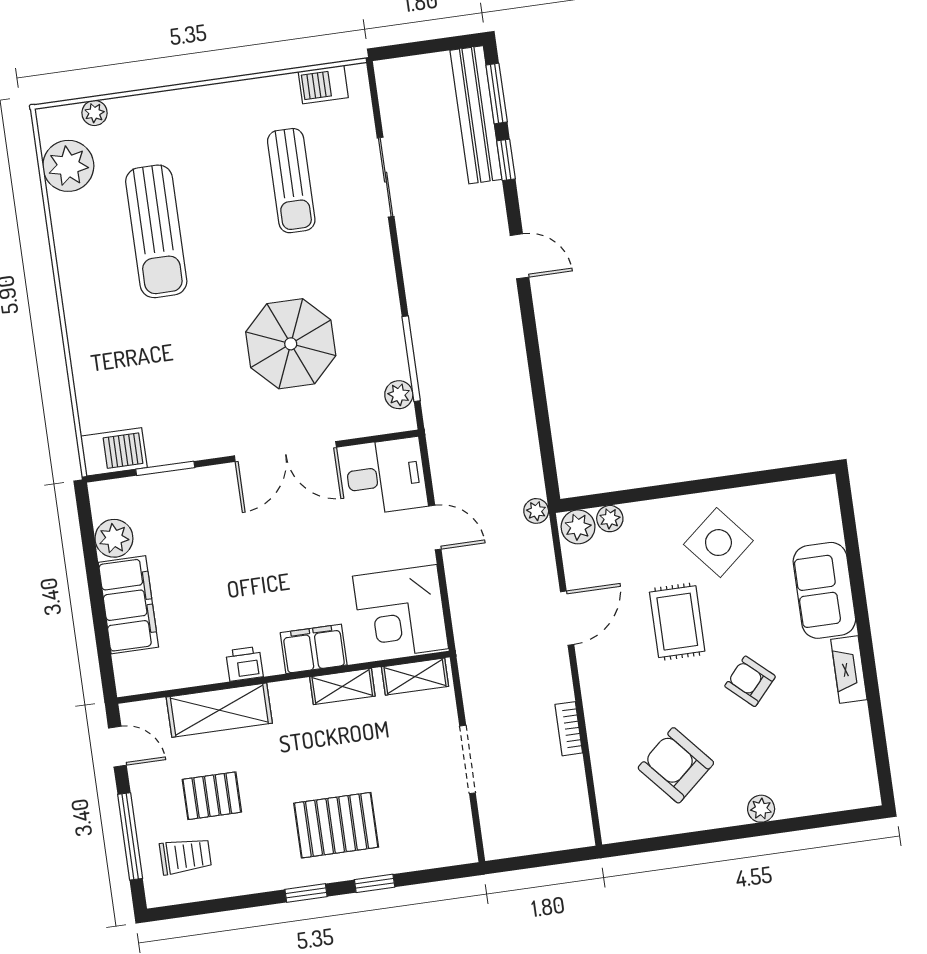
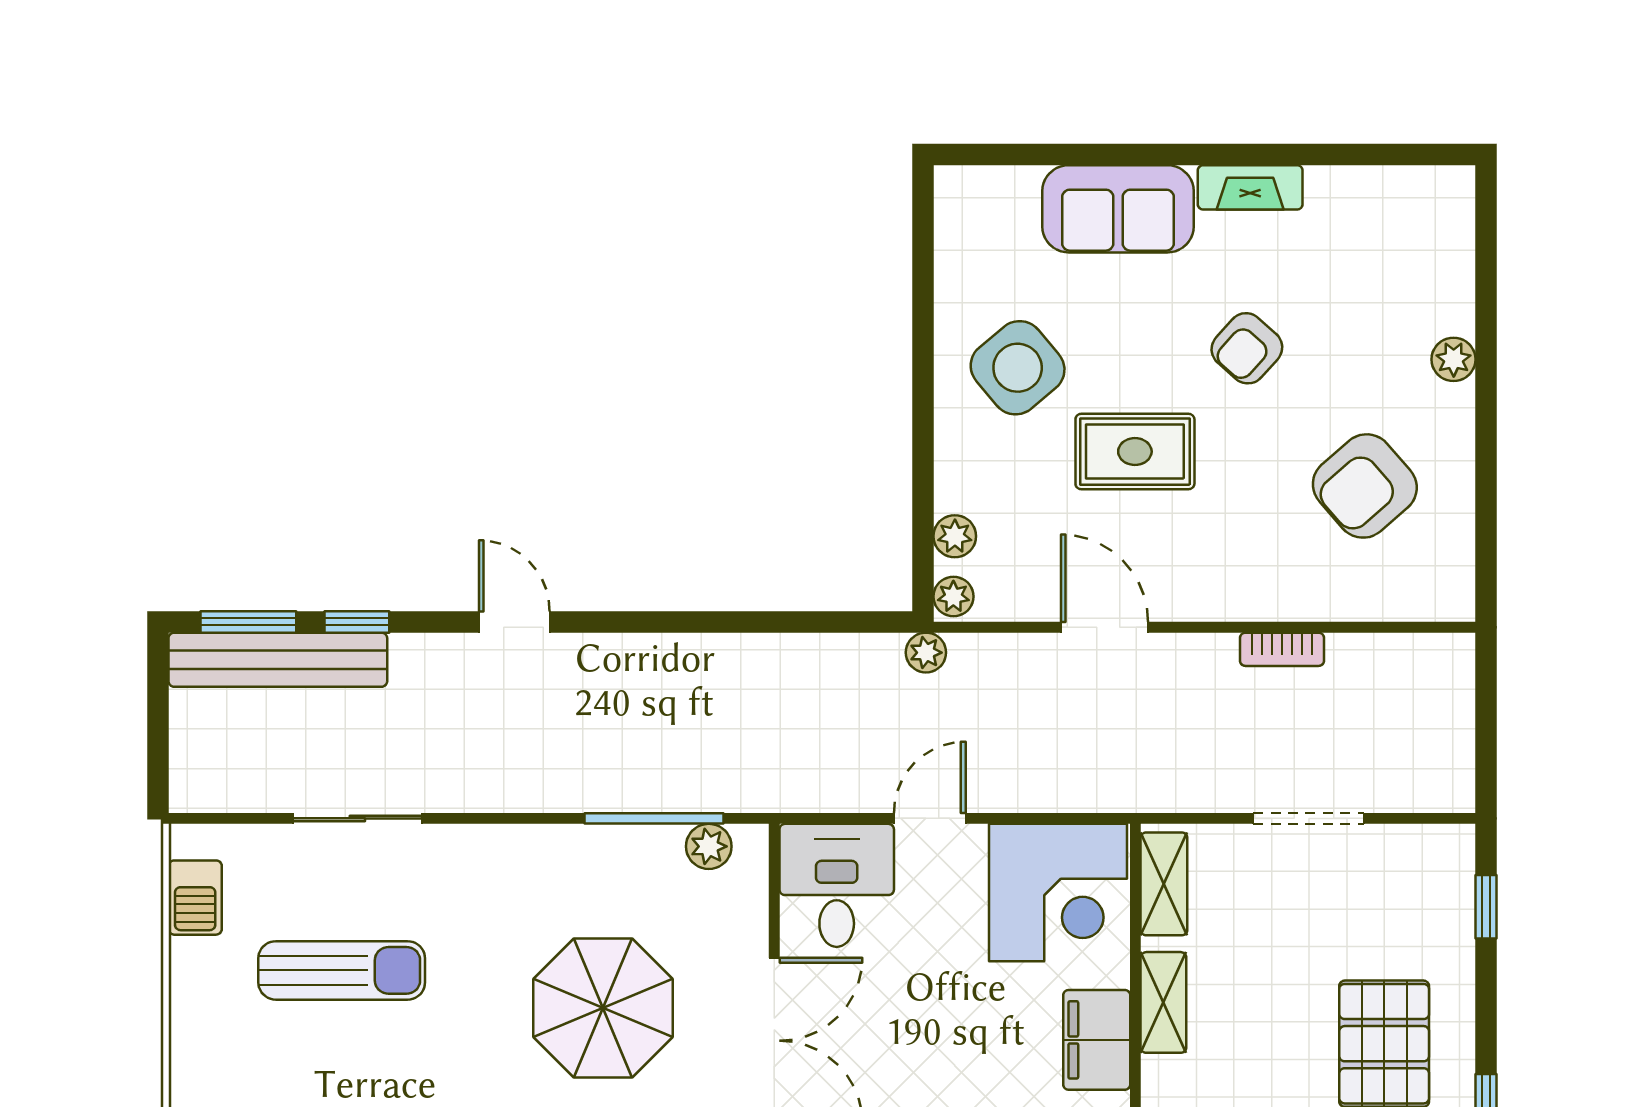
door: (520, 256) -> (514, 622), hinge flipped
plant: (578, 527) -> (953, 597), width x0.73, depth x0.73
window: (375, 883) -> (1486, 907), moved

